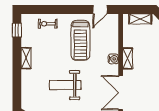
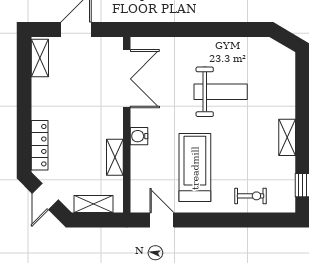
door: (100, 9) -> (162, 220), hinge flipped
shelving: (128, 58) -> (115, 157), moved

